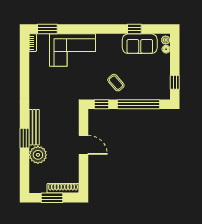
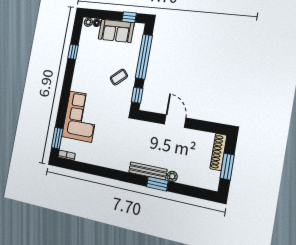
sofa: (140, 44) -> (116, 31), moved, turned 90
door: (83, 145) -> (175, 121), hinge flipped
plant: (38, 155) -> (172, 176), width x0.53, depth x0.53

